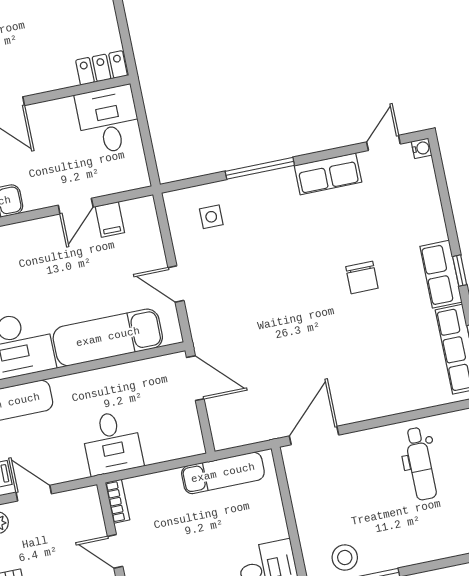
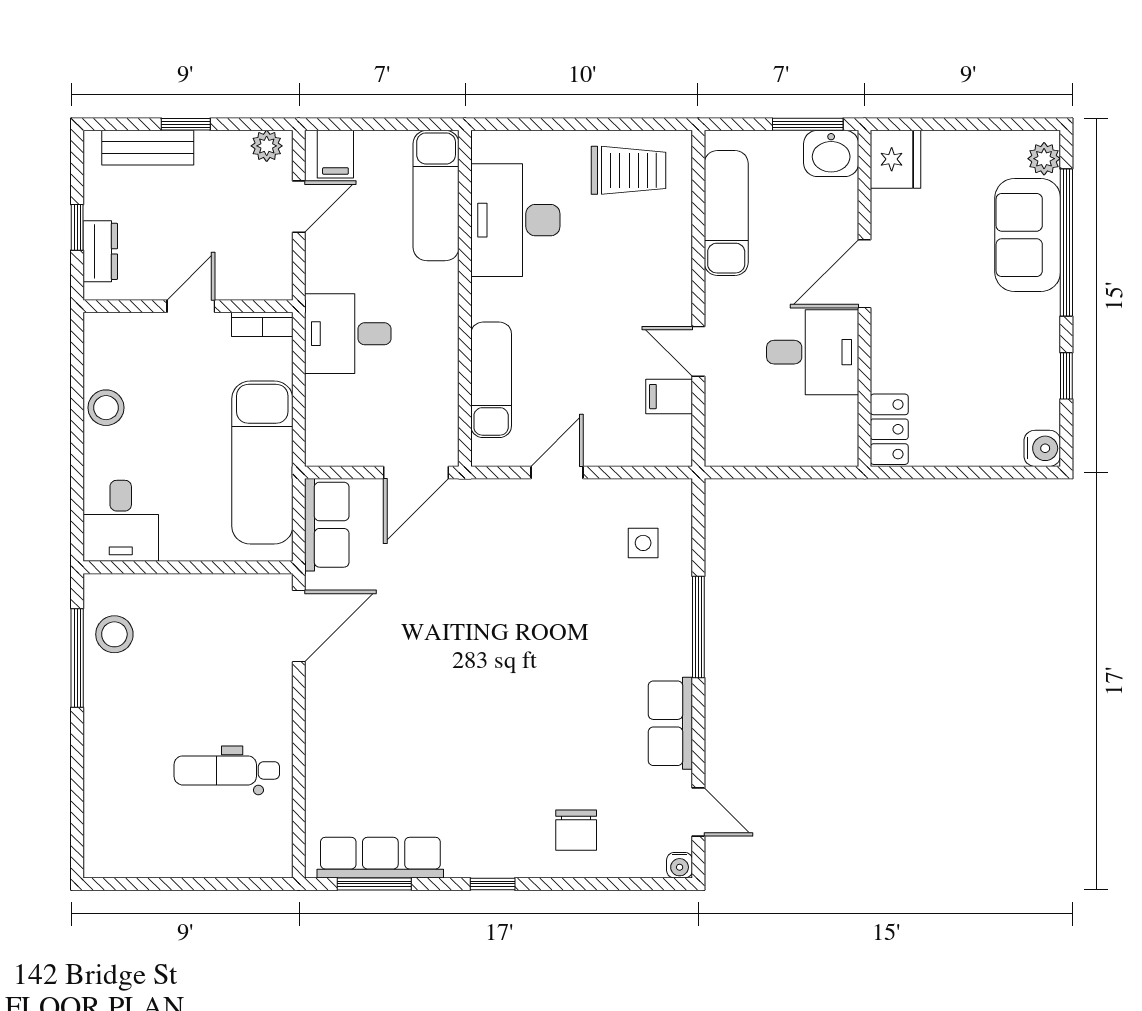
desk: (108, 120) -> (813, 352), moved
row of seats: (441, 274) -> (327, 525), moved, turned 90
chair: (362, 277) -> (576, 830), moved, turned -90
exam couch: (108, 337) -> (491, 380), width x0.73, depth x0.69
door: (314, 435) -> (299, 626), hinge flipped
exam couch: (223, 473) -> (262, 463), width x1.36, depth x1.45

